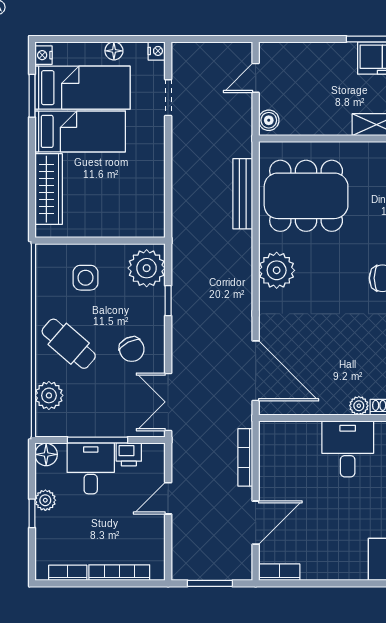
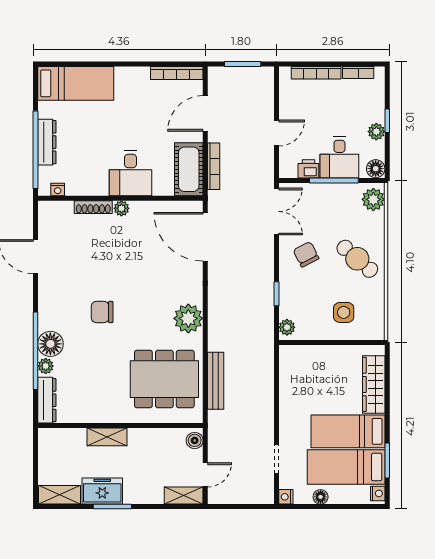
shelving: (282, 52) -> (184, 496), added
plant: (147, 268) -> (287, 327), width x0.53, depth x0.53
plant: (49, 395) -> (373, 199), moved
cot: (276, 454) -> (189, 169), added
bookcase: (279, 572) -> (177, 73), width x1.56

